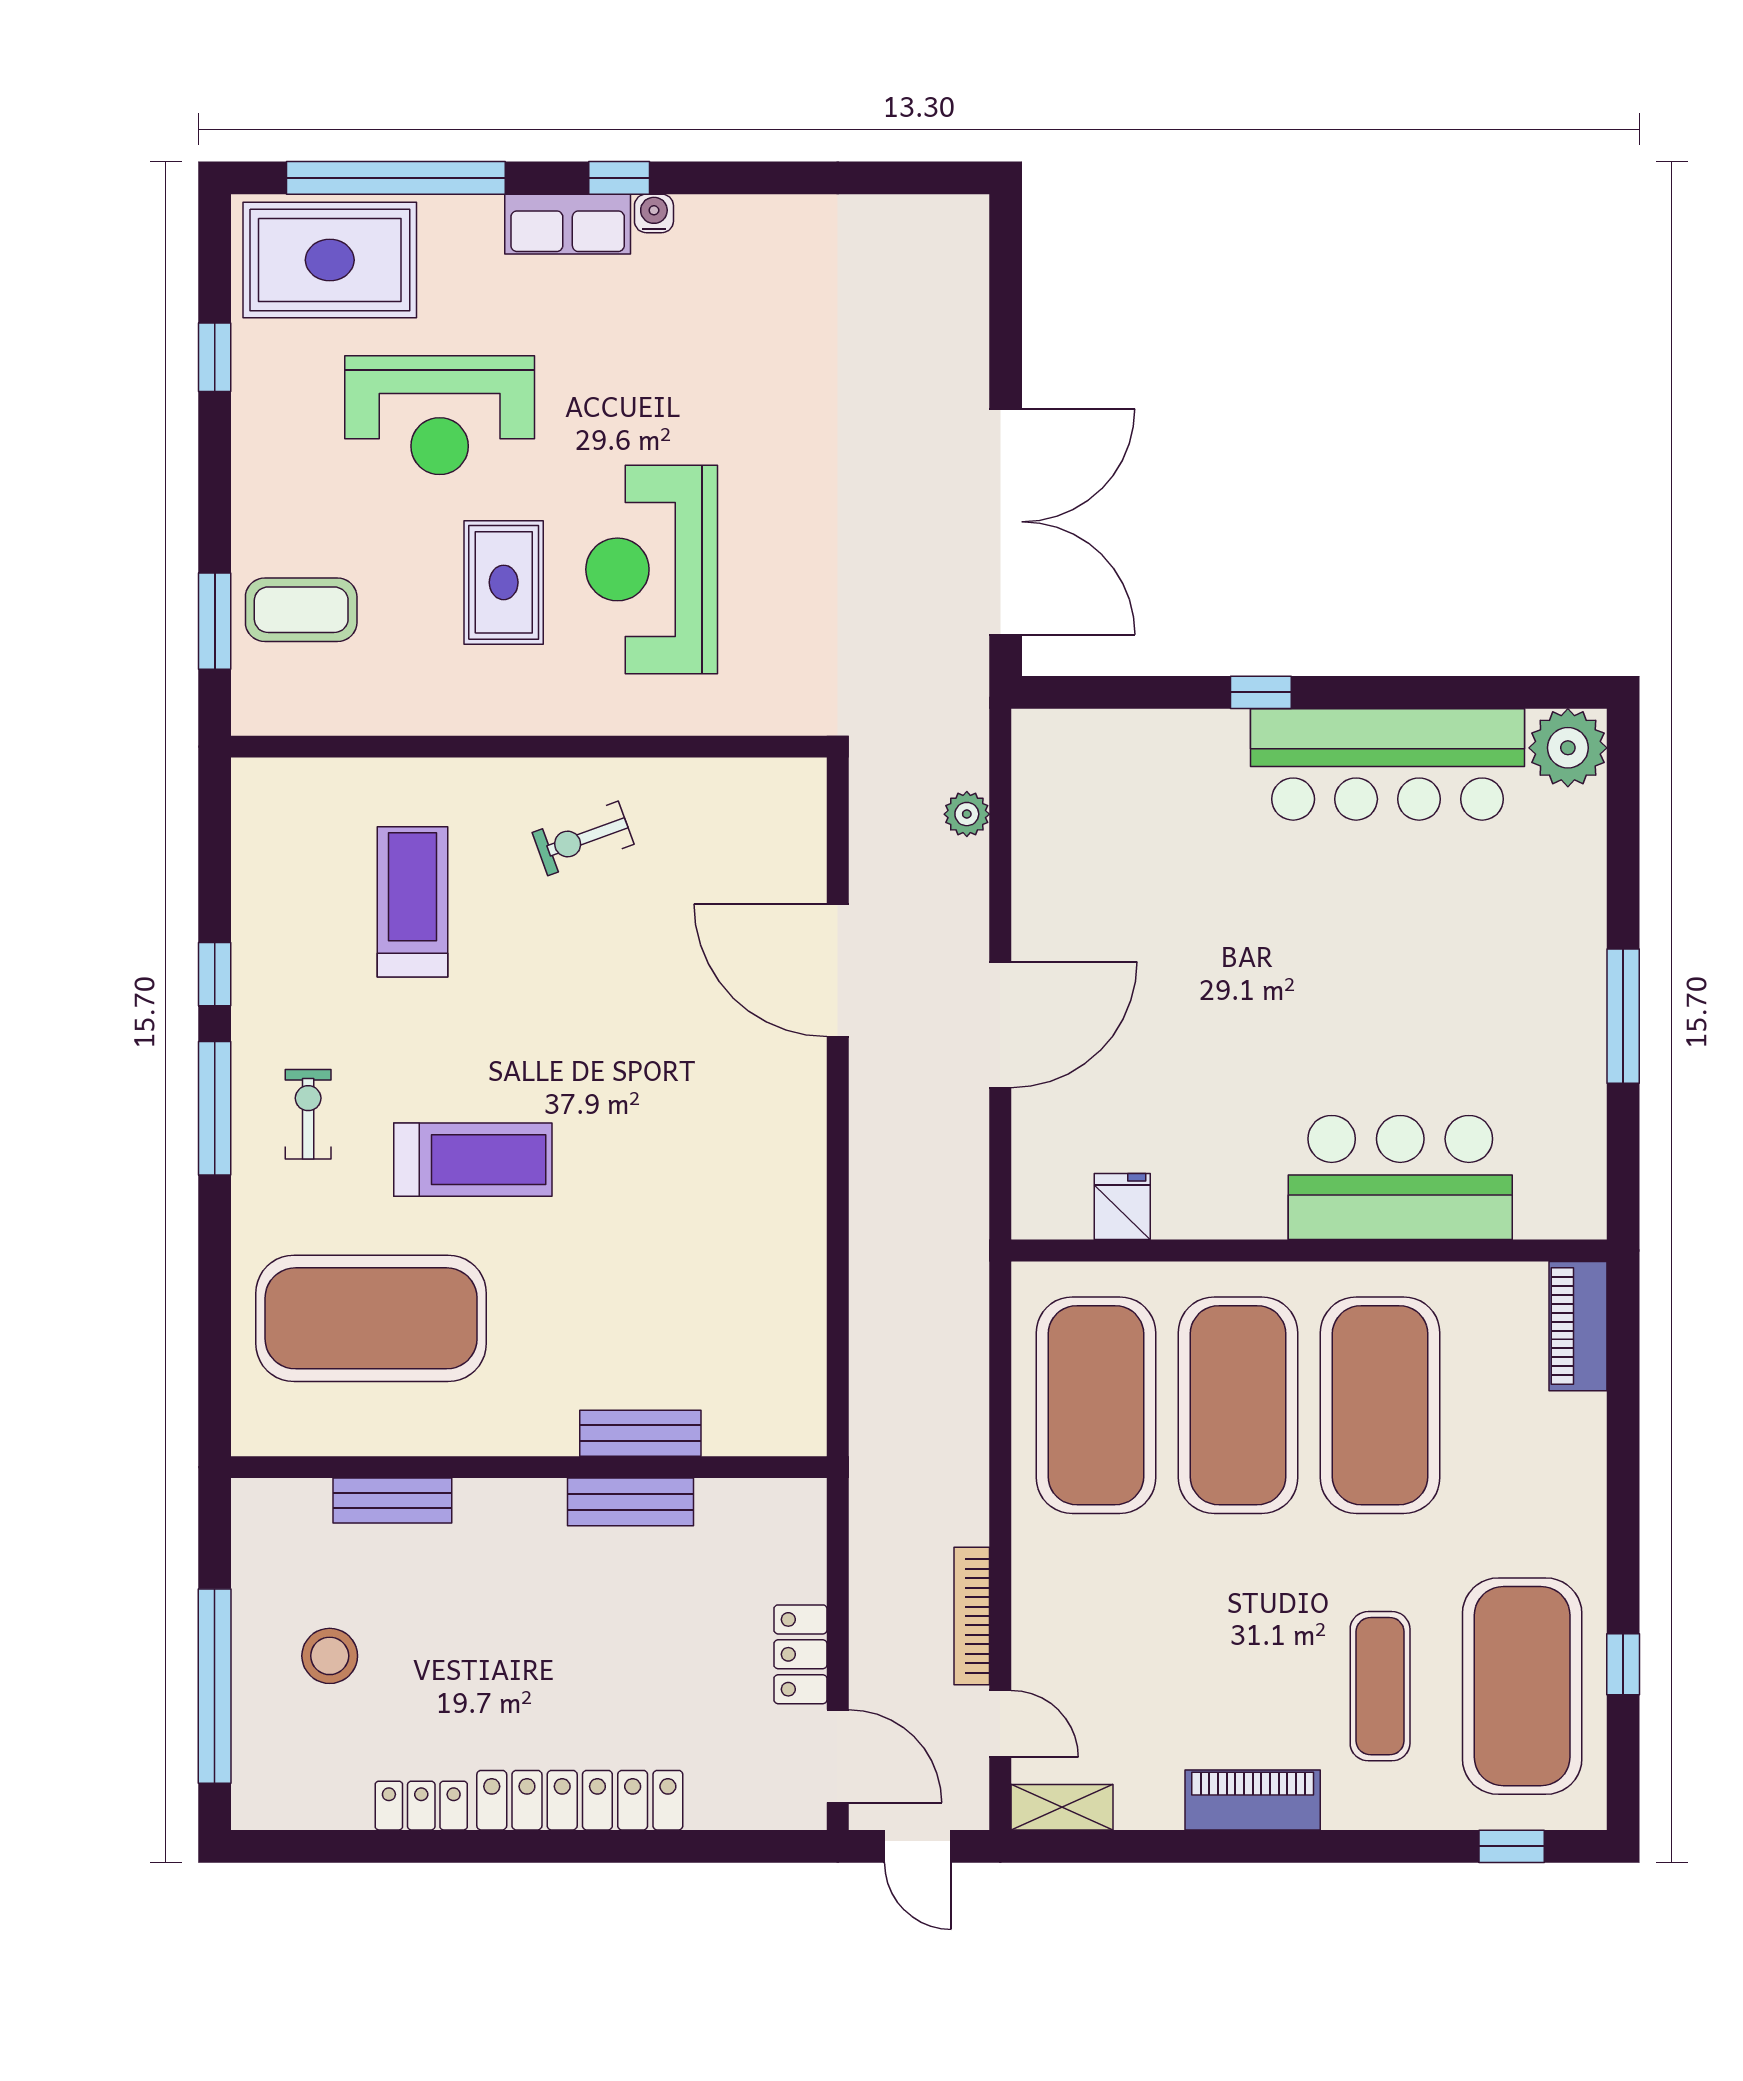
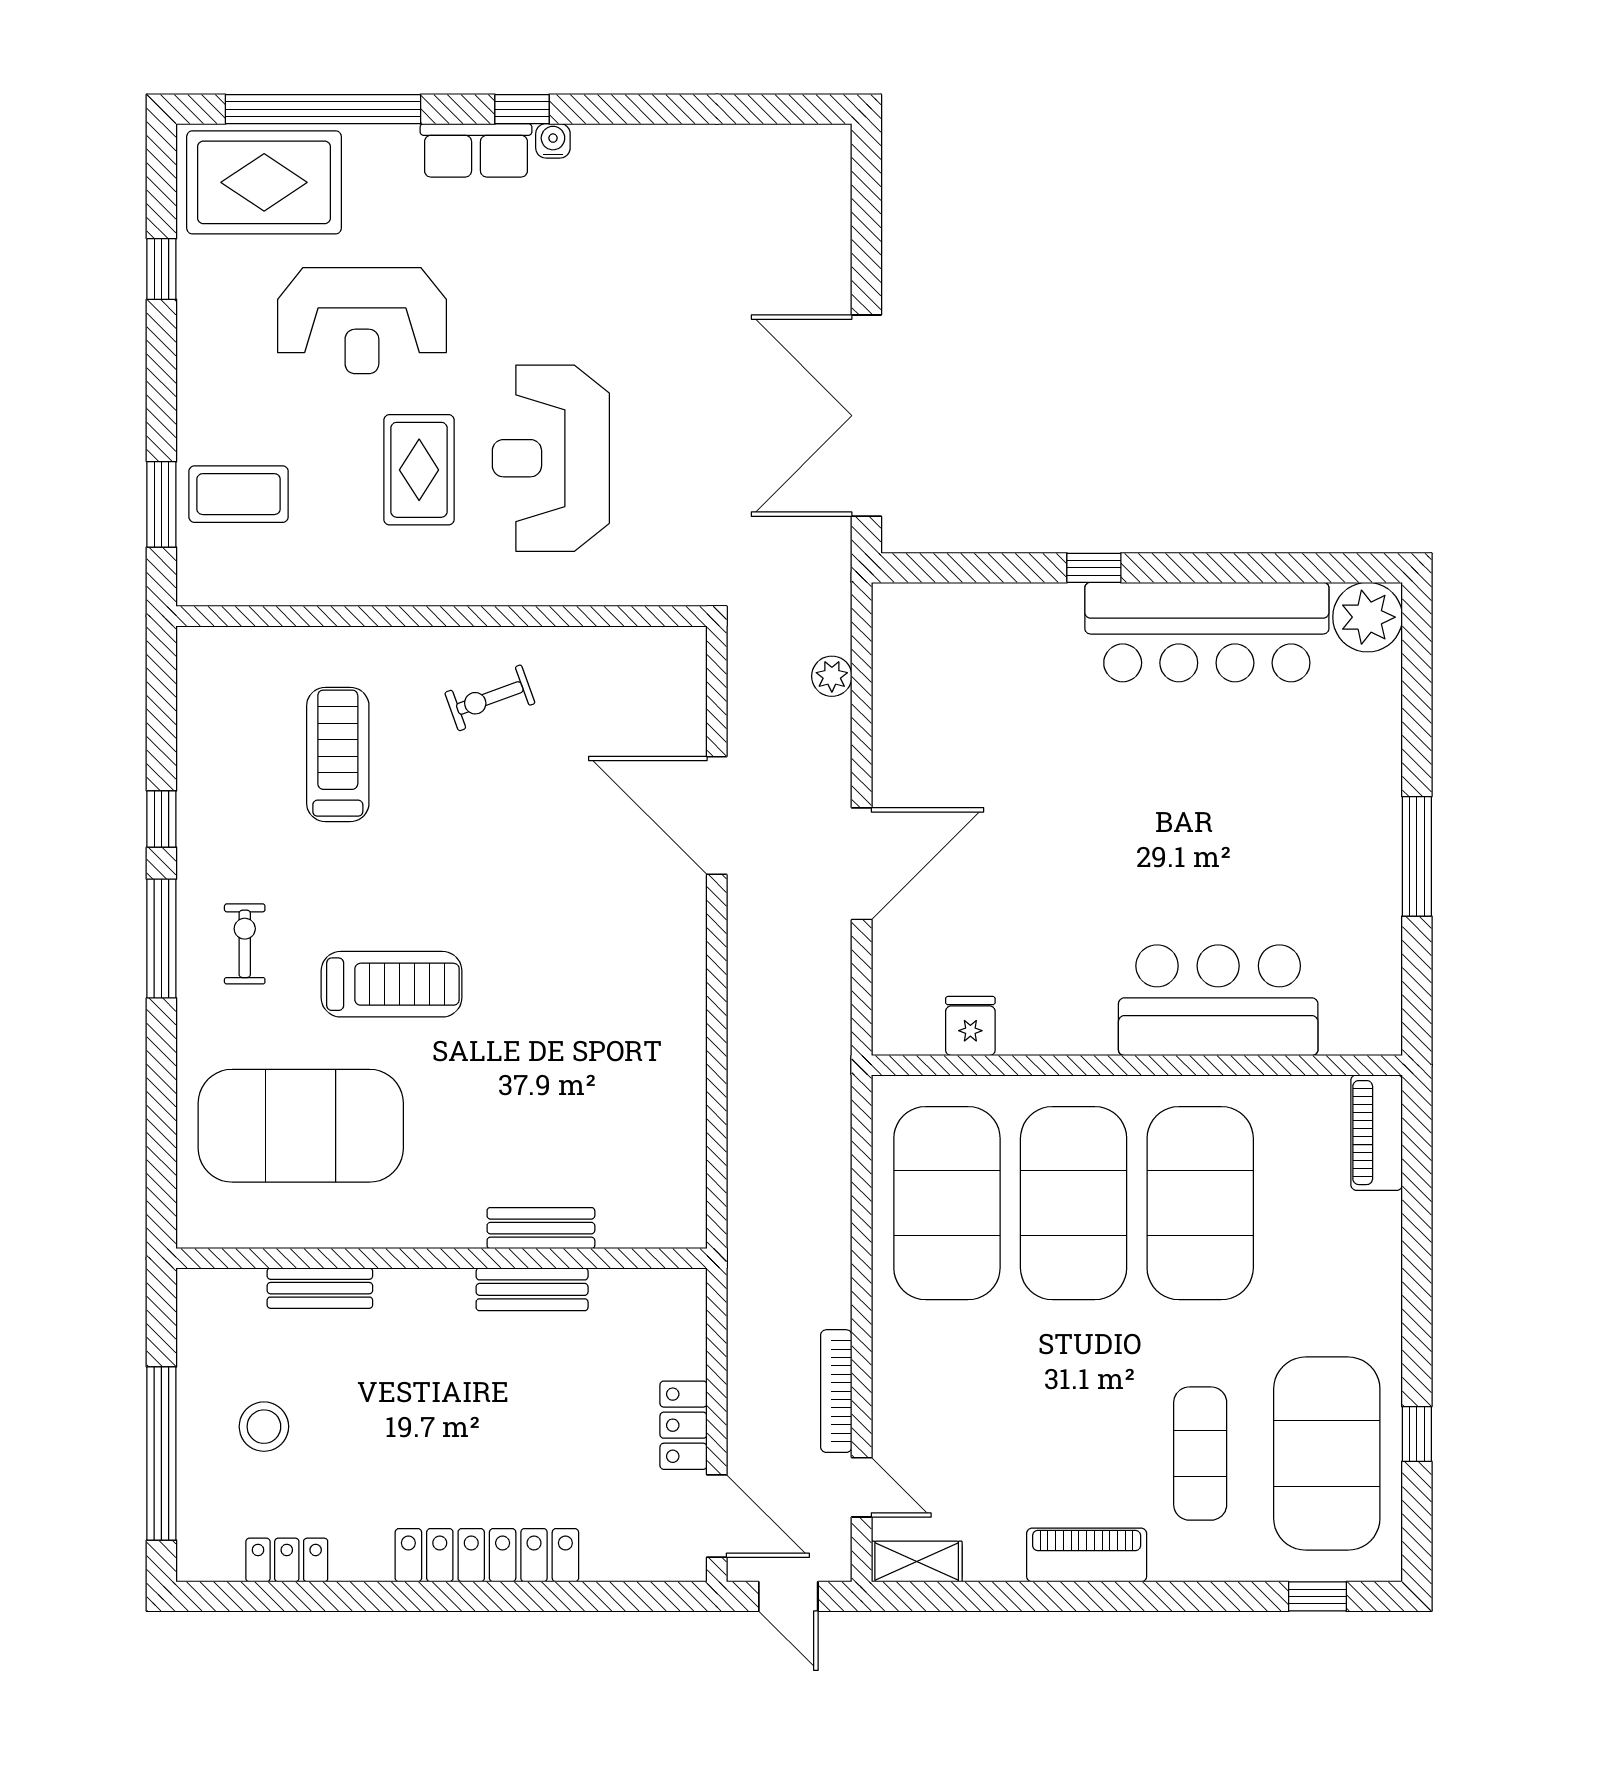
double door: (1006, 522) -> (866, 416), swing flipped
locker: (421, 1806) -> (287, 1560), moved

